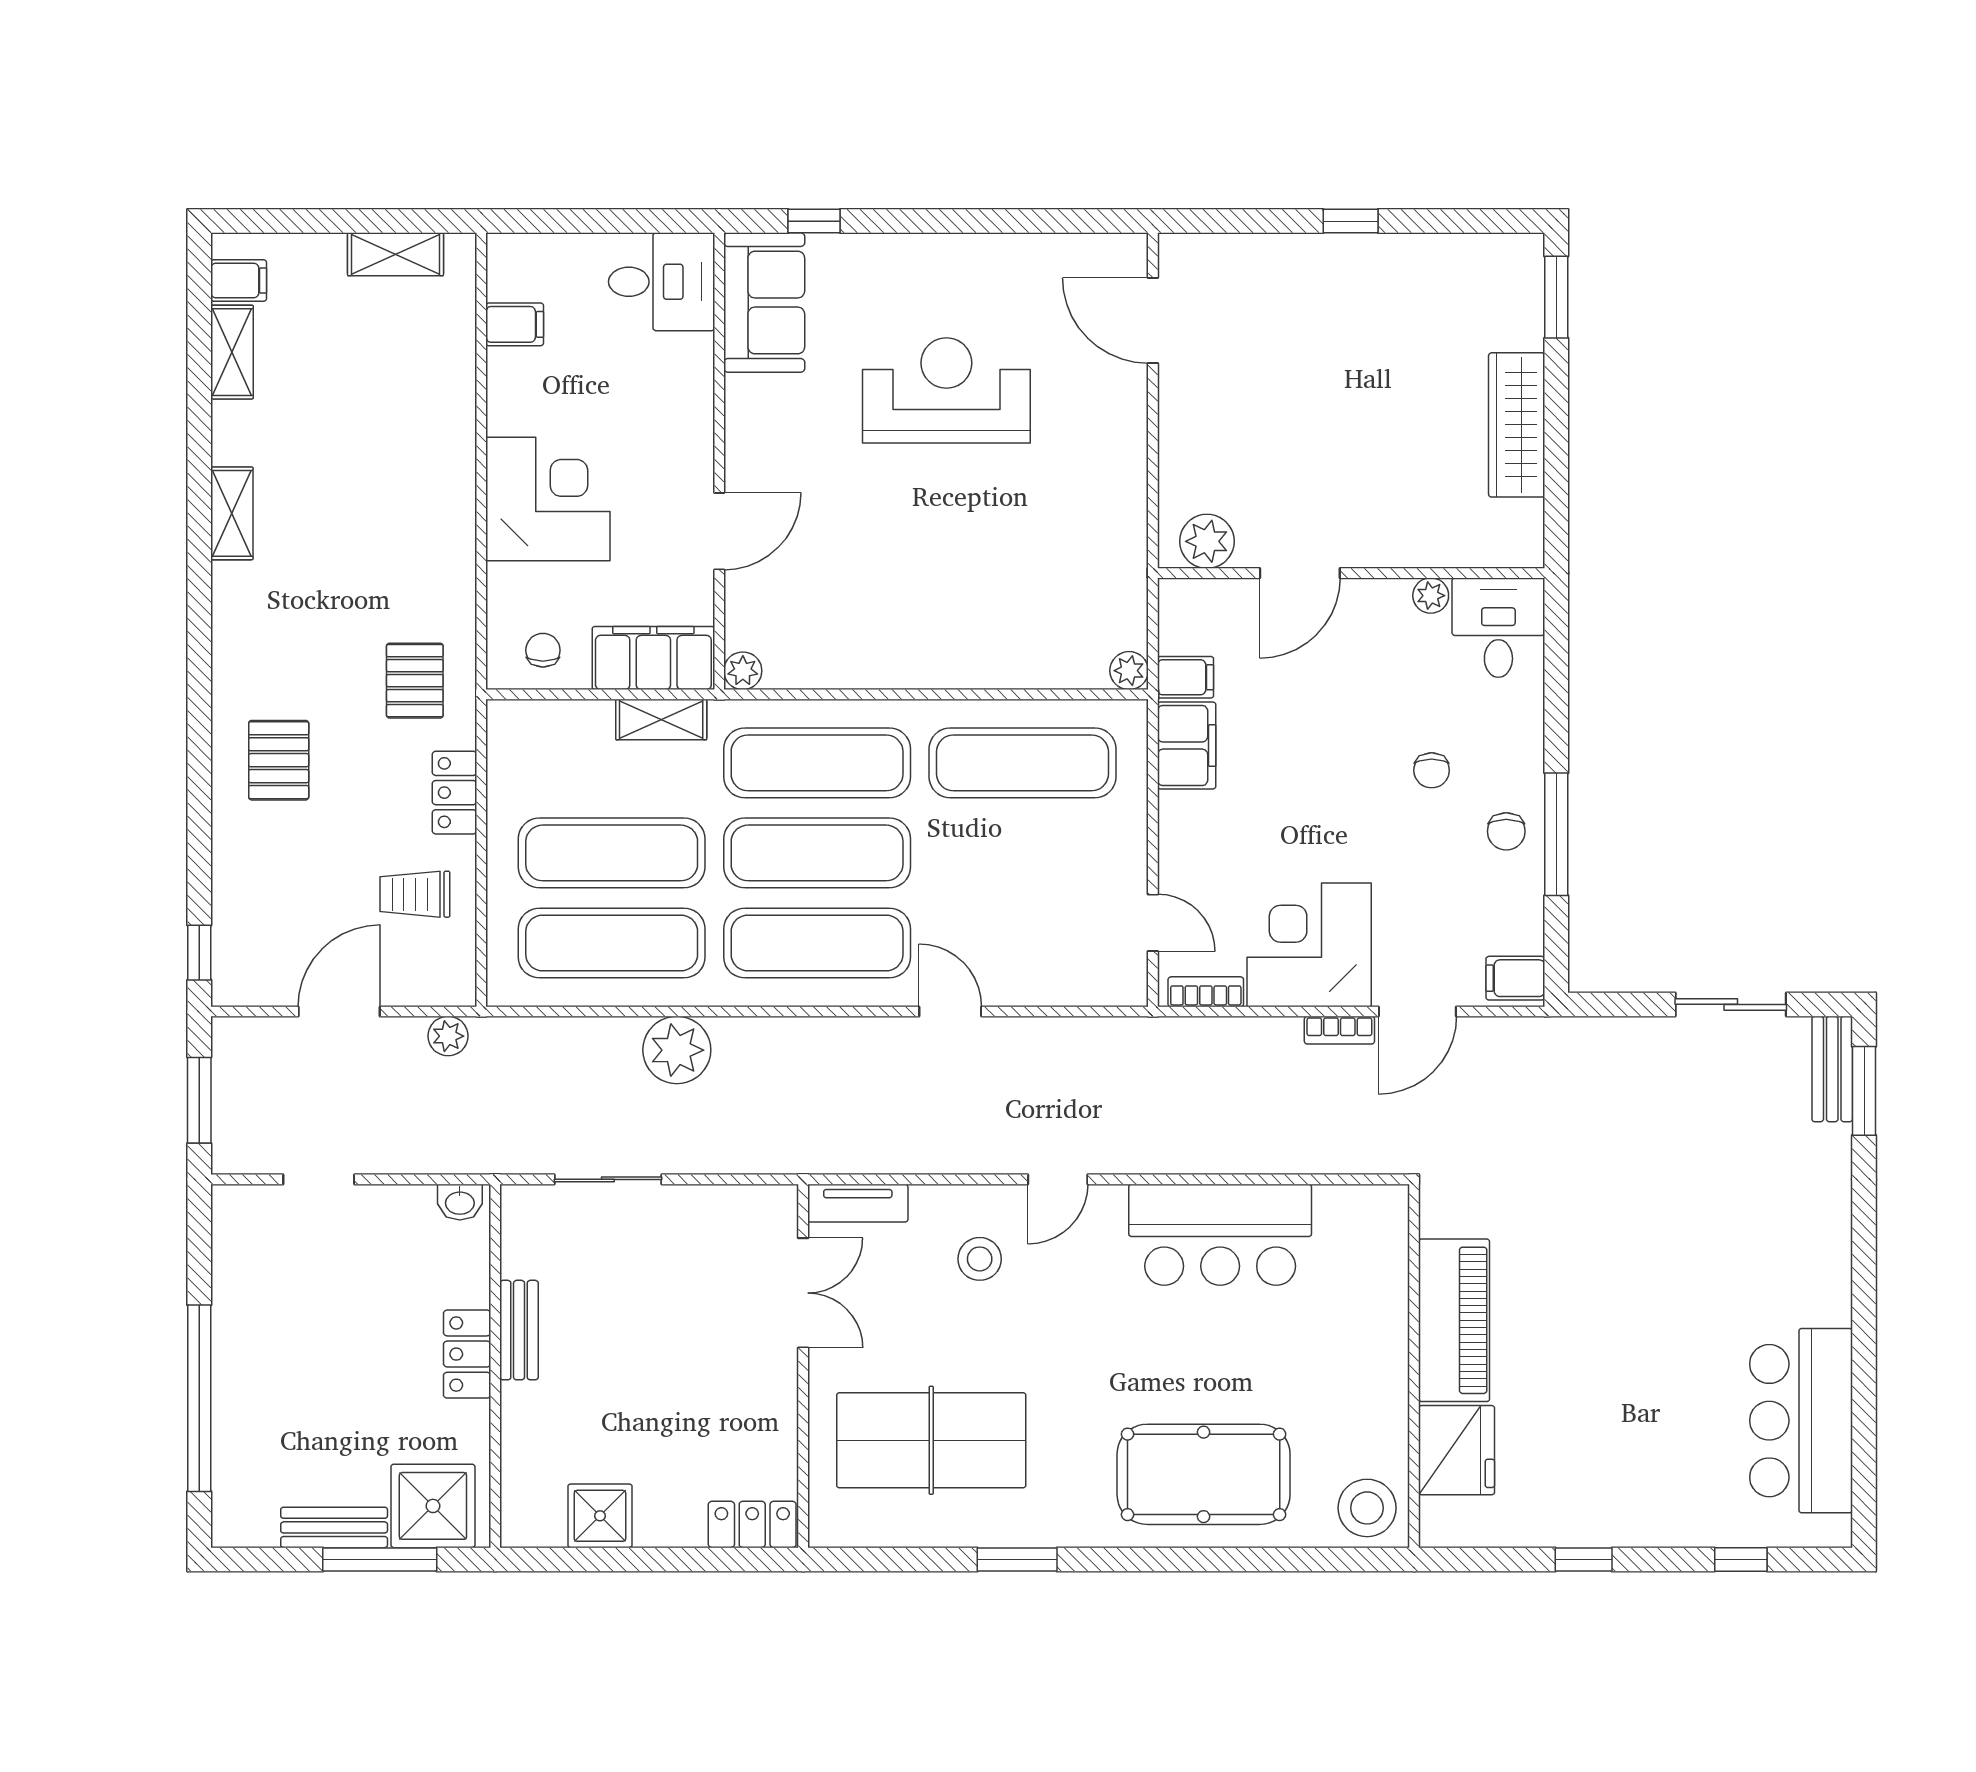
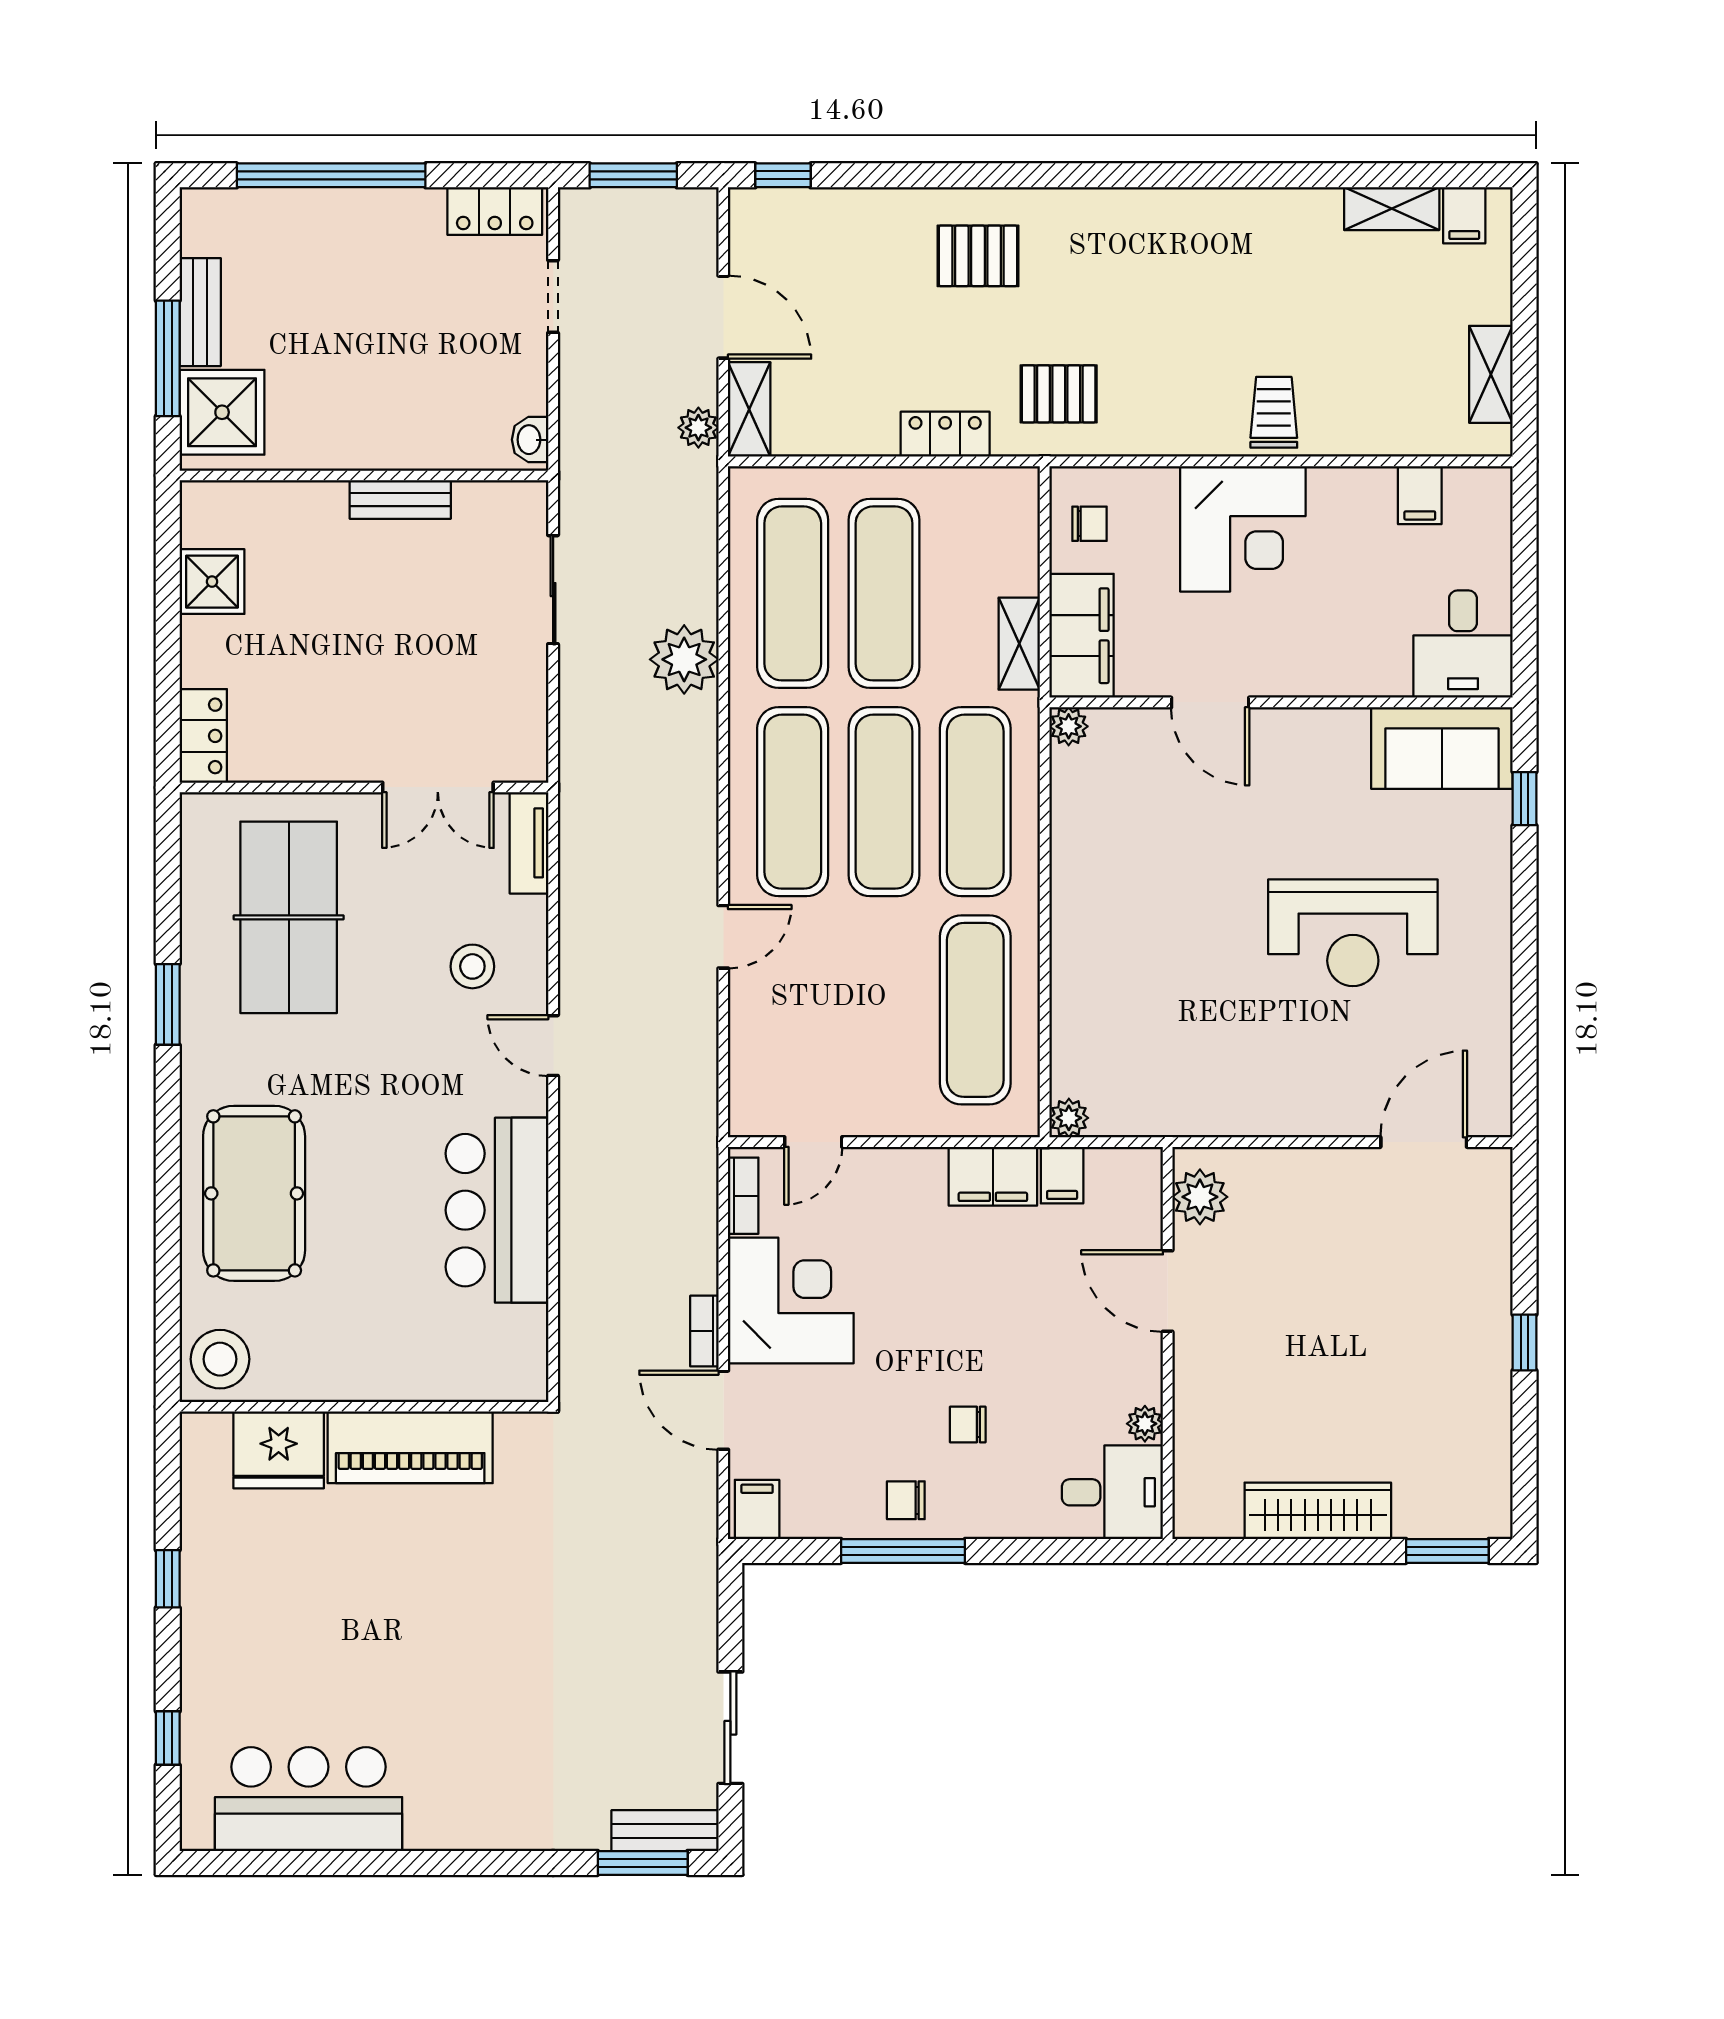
reception desk: (946, 390) -> (1353, 933), turned 90
shelving: (232, 513) -> (749, 409), moved, turned 90
trolley: (415, 894) -> (1274, 412), moved
locker: (467, 1354) -> (495, 211), moved, turned 180

